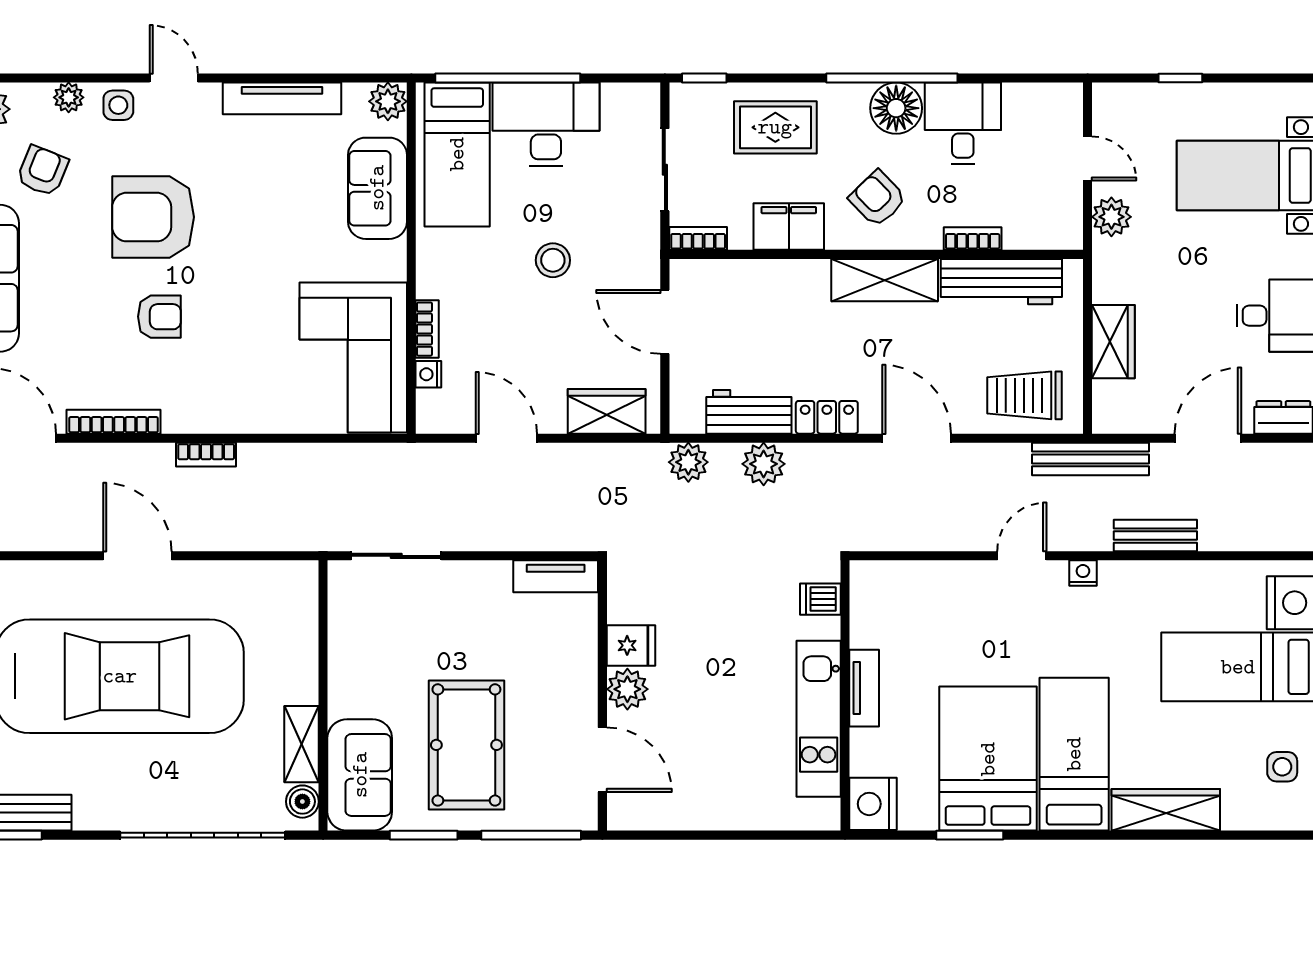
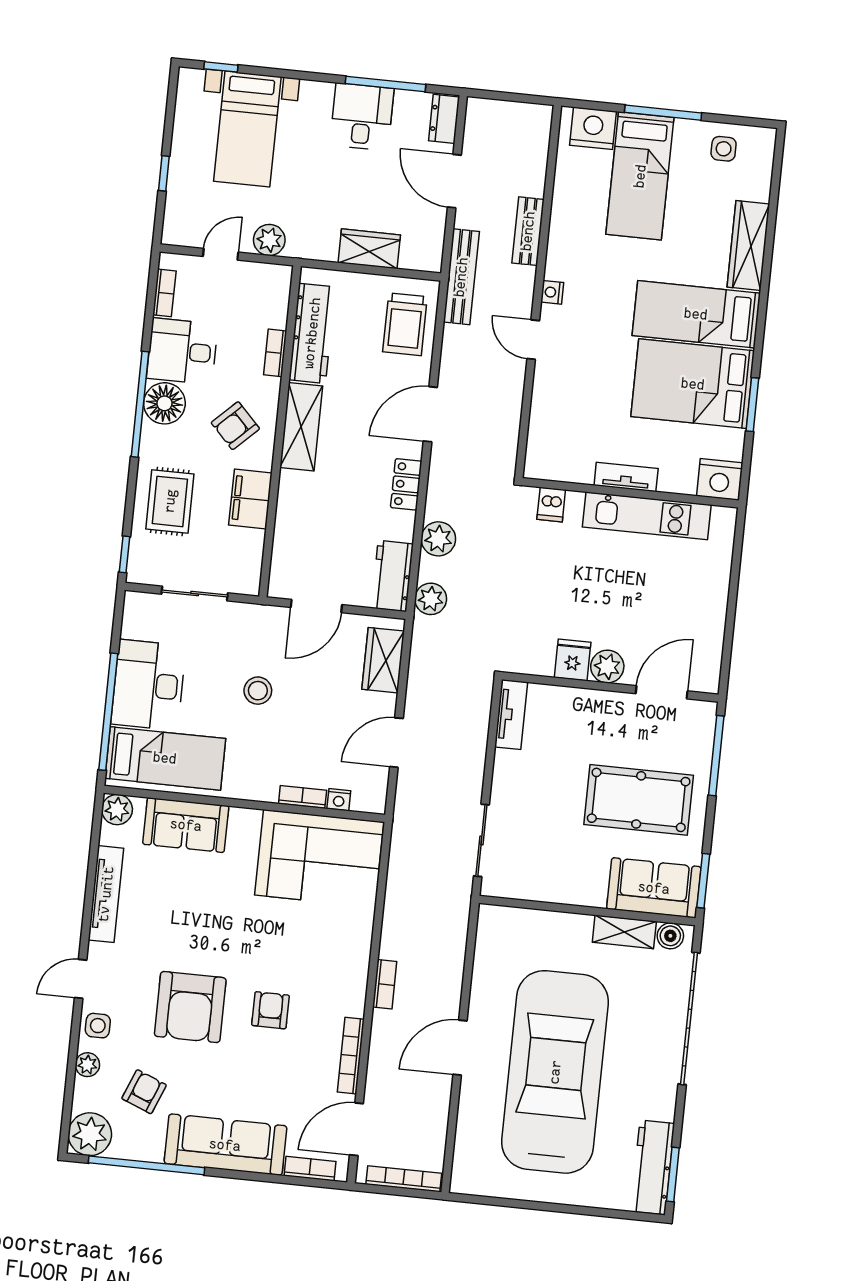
armchair: (43, 171) -> (144, 1092), turned 90
bookcase: (698, 238) -> (164, 293), moved, turned 180
workbench: (749, 412) -> (392, 576), moved
window: (424, 835) -> (703, 881), moved

